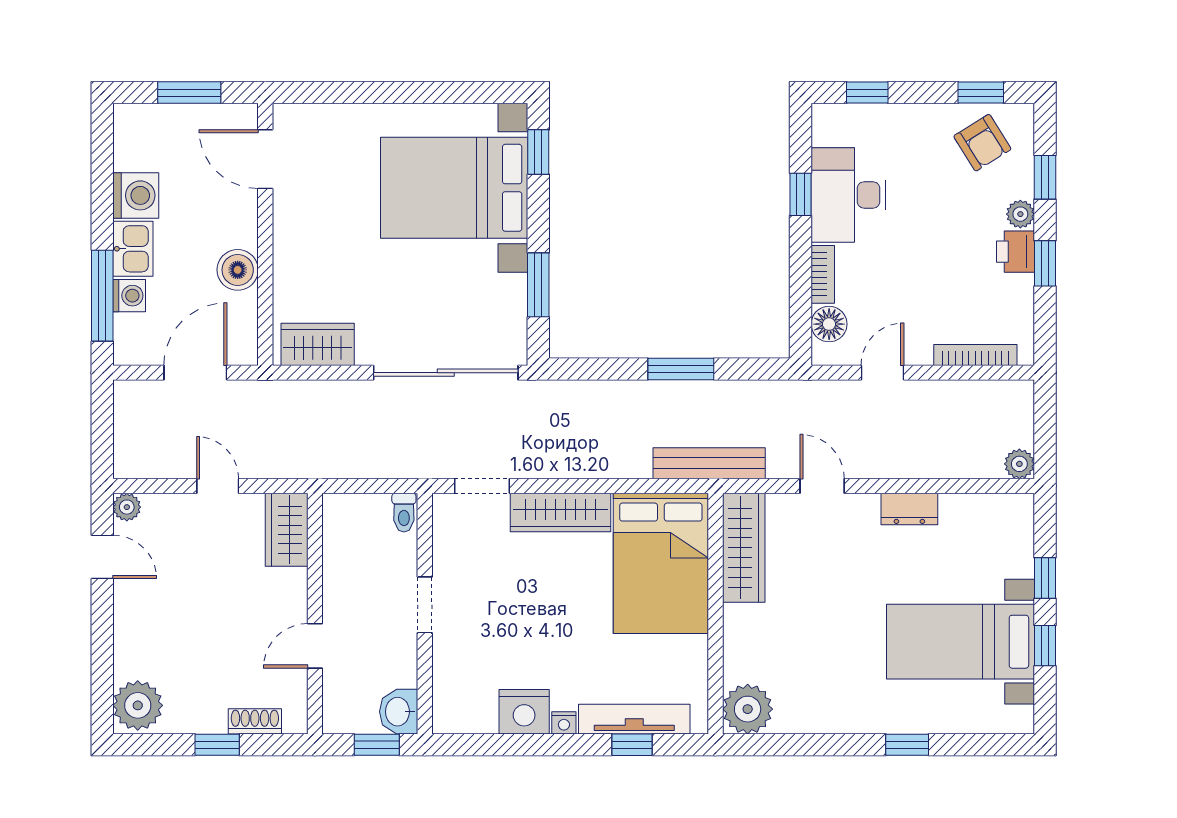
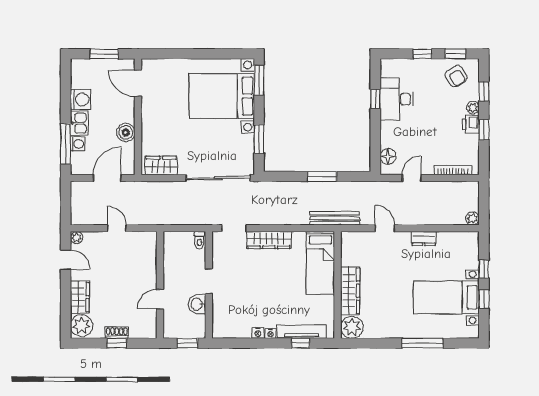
window: (867, 93) -> (422, 54), moved
window: (538, 152) -> (259, 80), width x1.50
bookcase: (823, 274) -> (385, 134), removed
wardrobe: (287, 530) -> (80, 297), moved, turned 180
wardrobe: (744, 548) -> (350, 291), moved
bed: (661, 563) -> (320, 263), width x0.67
washbasin: (399, 712) -> (197, 304), moved
nightstand: (524, 712) -> (258, 333), width x0.53, depth x0.56
shoe rack: (255, 721) -> (117, 333), moved
window: (907, 745) -> (423, 343), width x2.17

